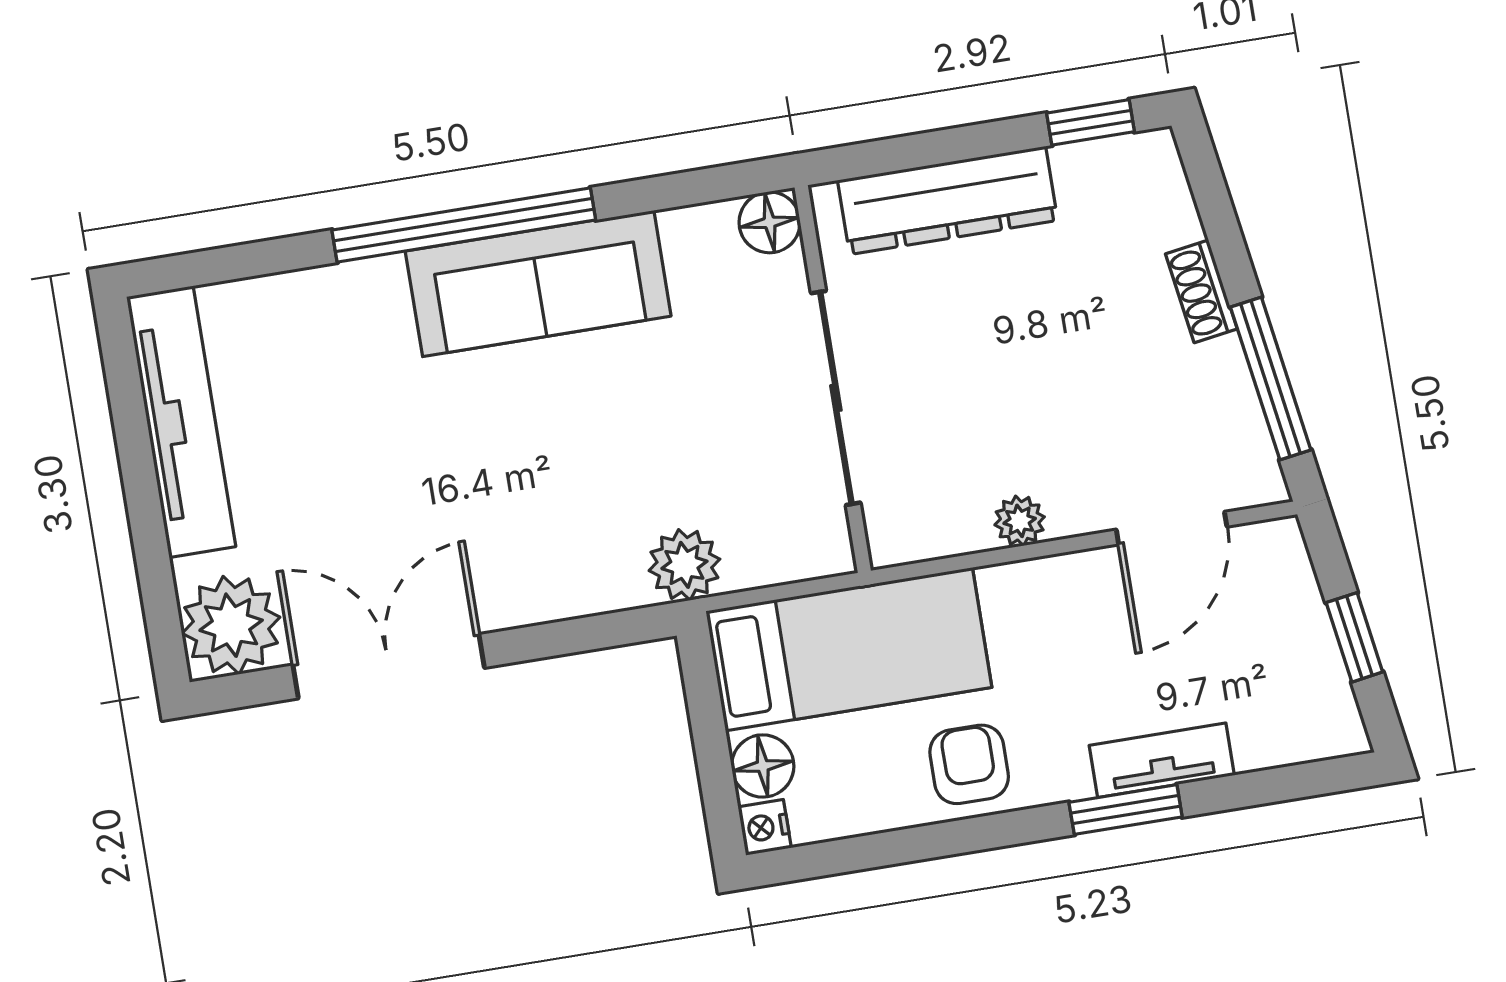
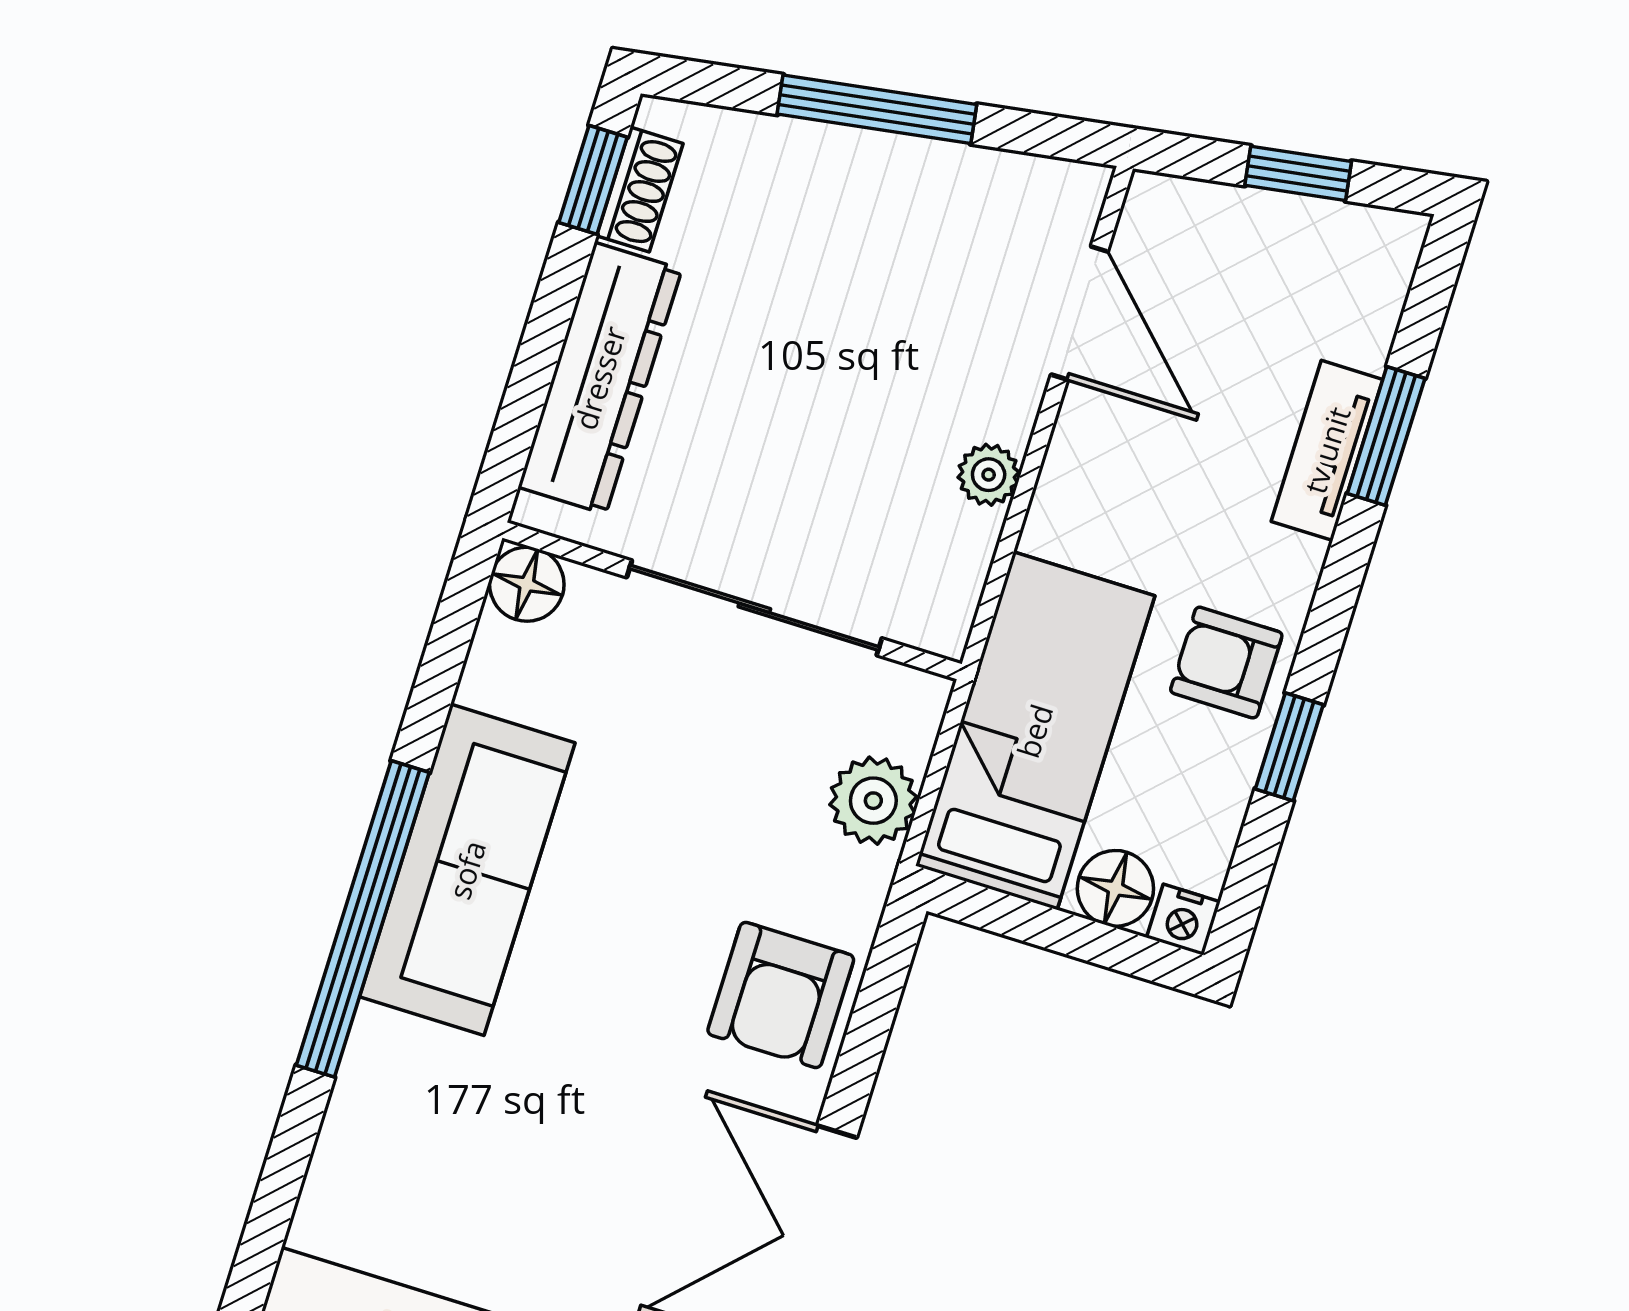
shoe rack: (1201, 291) -> (640, 190), moved, turned -81
window: (1271, 379) -> (877, 109), moved
armchair: (562, 560) -> (781, 995), added
plant: (684, 565) -> (873, 801), moved
window: (1126, 810) -> (1386, 436), moved
window: (930, 842) -> (1289, 747), added

